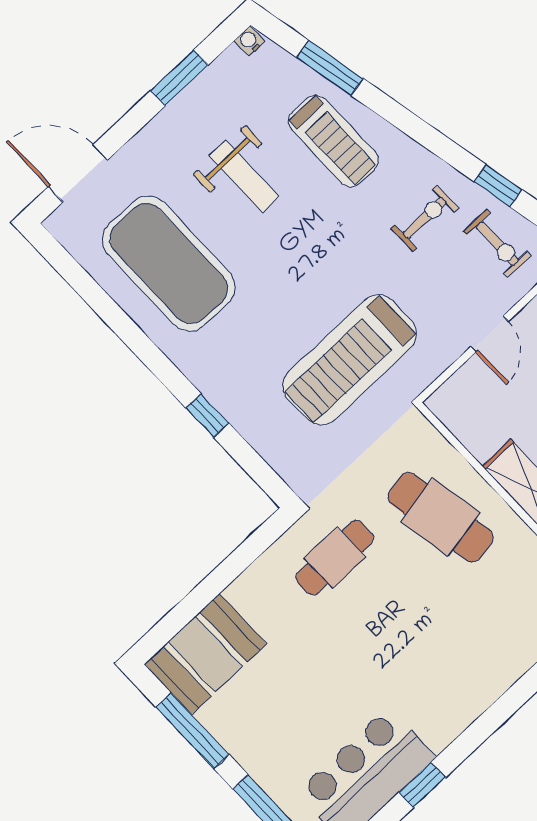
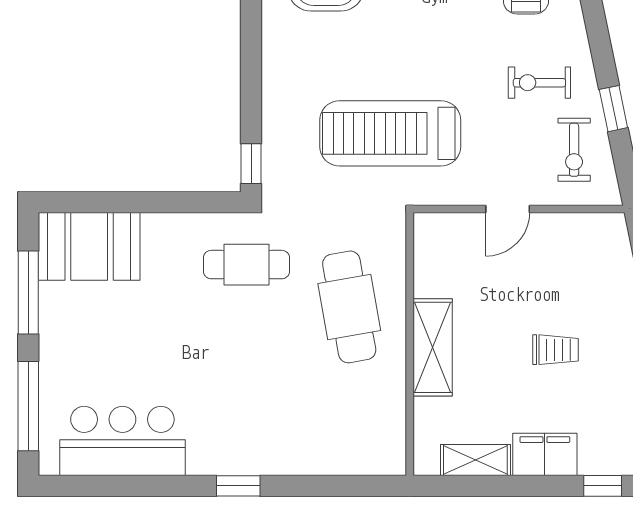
exercise bike: (425, 218) -> (539, 83), turned 180
window: (207, 415) -> (251, 164), moved
window: (422, 785) -> (238, 486), moved

